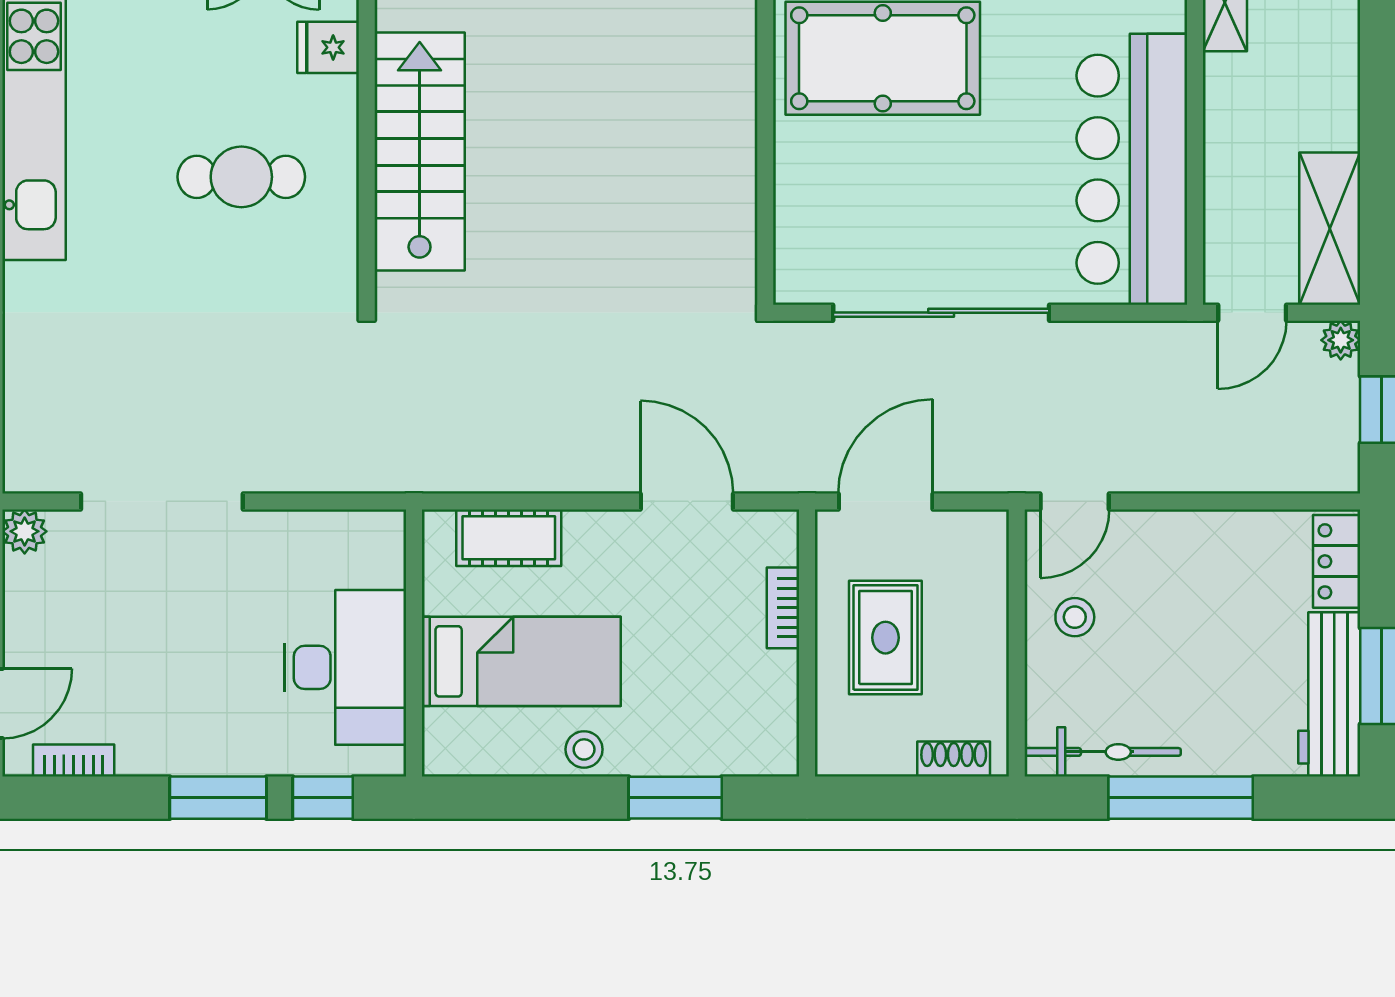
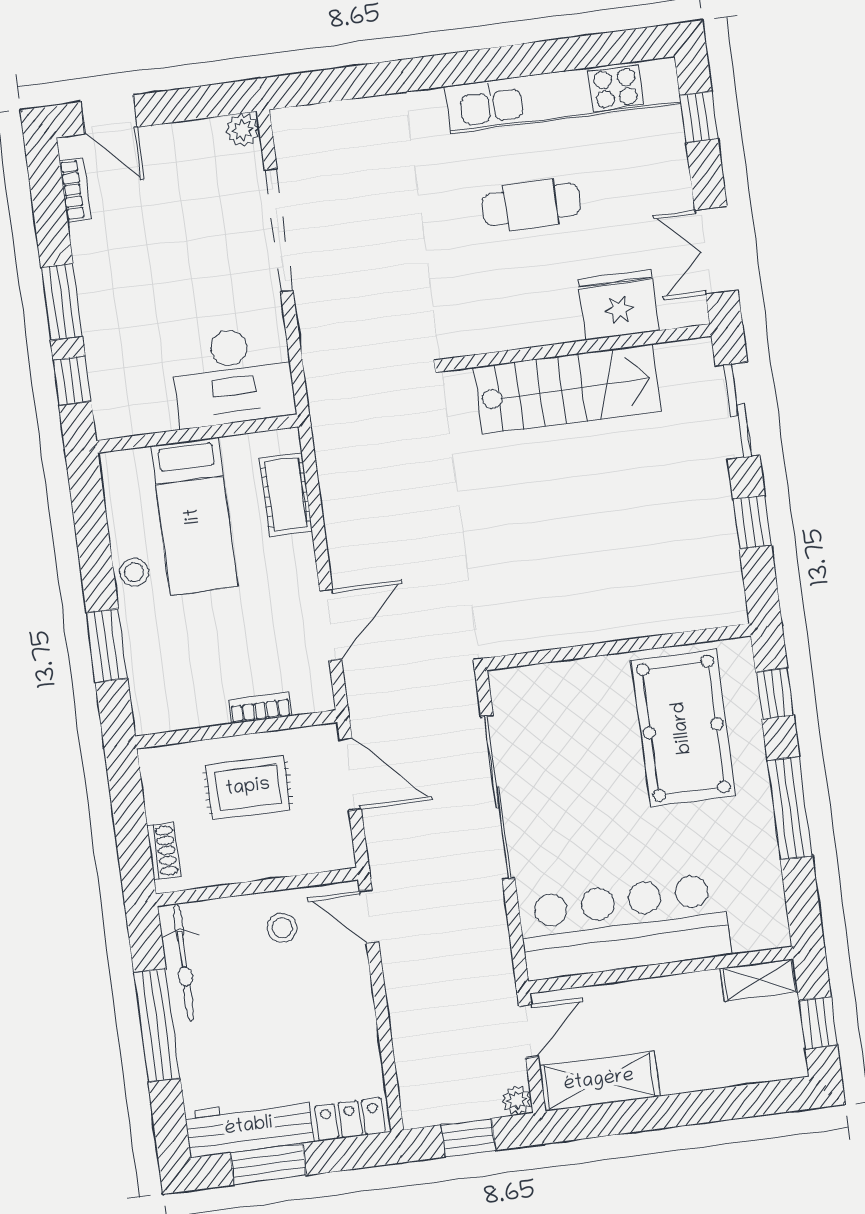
fridge: (328, 47) -> (618, 305), width x1.88, depth x1.34
cafe table: (241, 177) -> (531, 205), moved, turned 90
door: (1252, 313) -> (529, 1031), swing flipped
desk: (345, 667) -> (233, 376), moved

